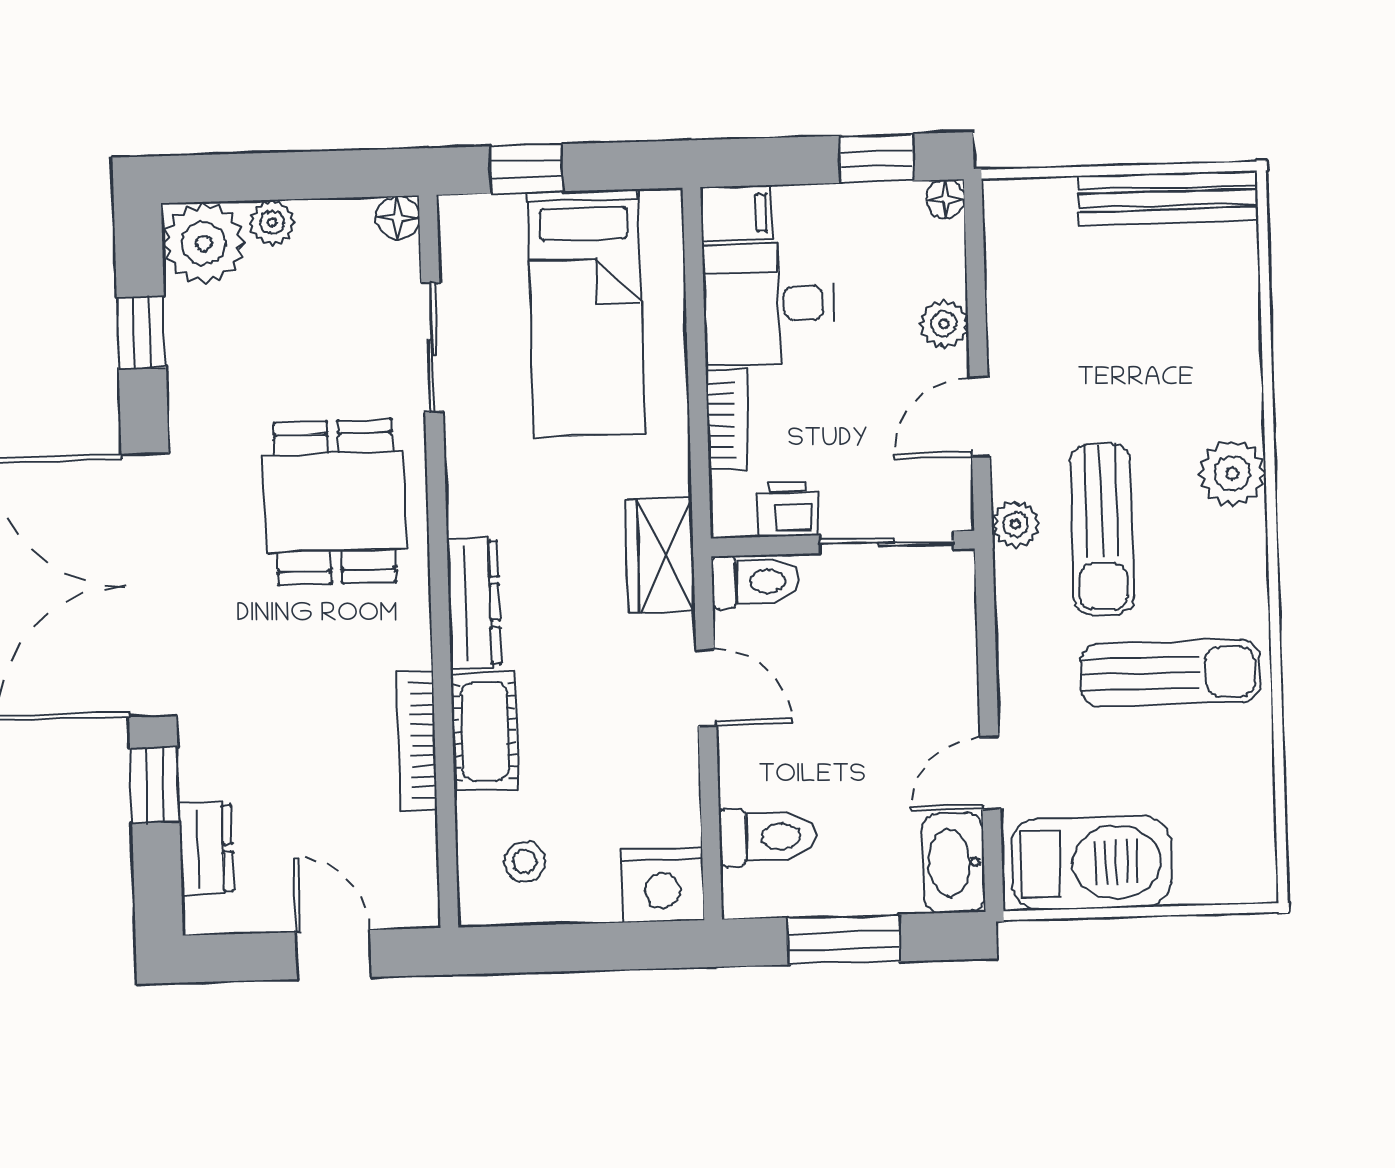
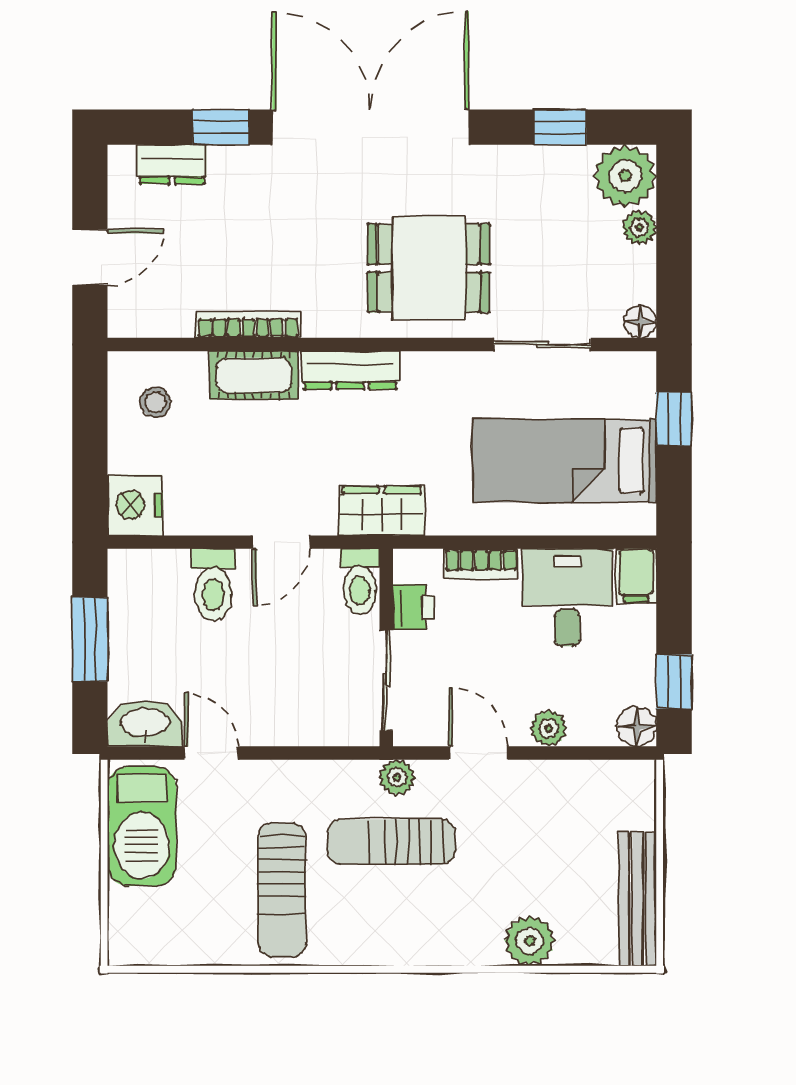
floor lamp: (945, 199) -> (637, 727), width x1.37, depth x1.37
plant: (1232, 473) -> (530, 941), moved
toilet: (768, 837) -> (213, 585), moved

